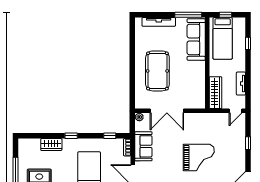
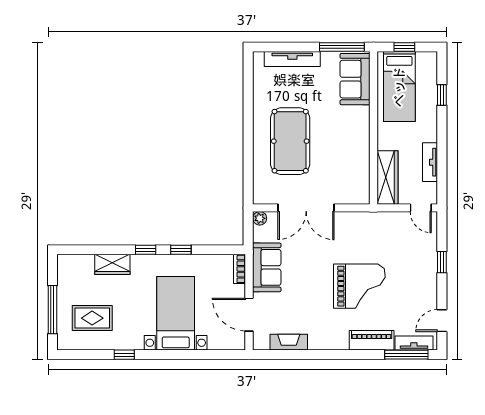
sofa: (196, 39) -> (355, 79), width x0.73
door: (235, 111) -> (421, 208), hinge flipped
window: (110, 136) -> (181, 250), moved

